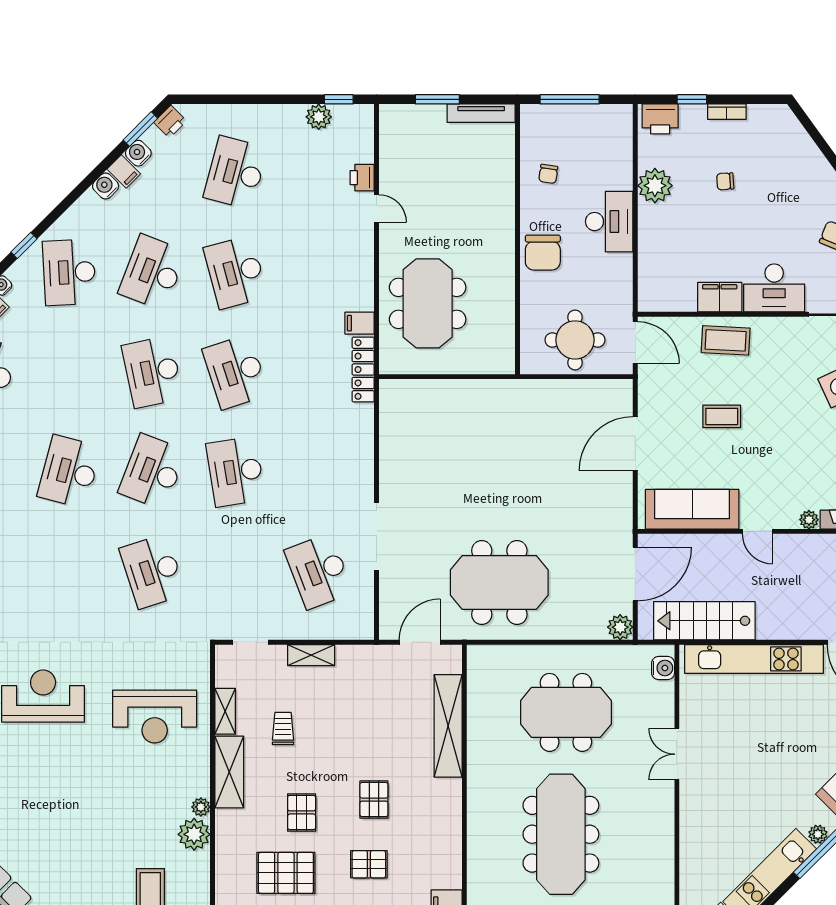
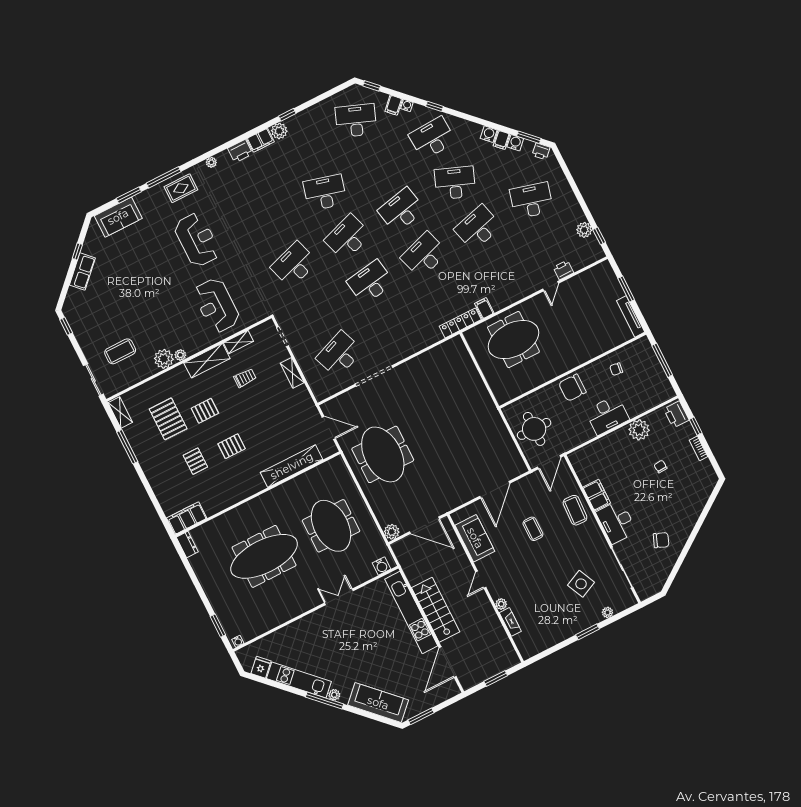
door: (635, 443) -> (495, 490), swing flipped
desk: (152, 472) -> (348, 237), turned -39
sofa: (692, 509) -> (475, 538), width x0.73
stairs: (704, 621) -> (436, 610), moved

